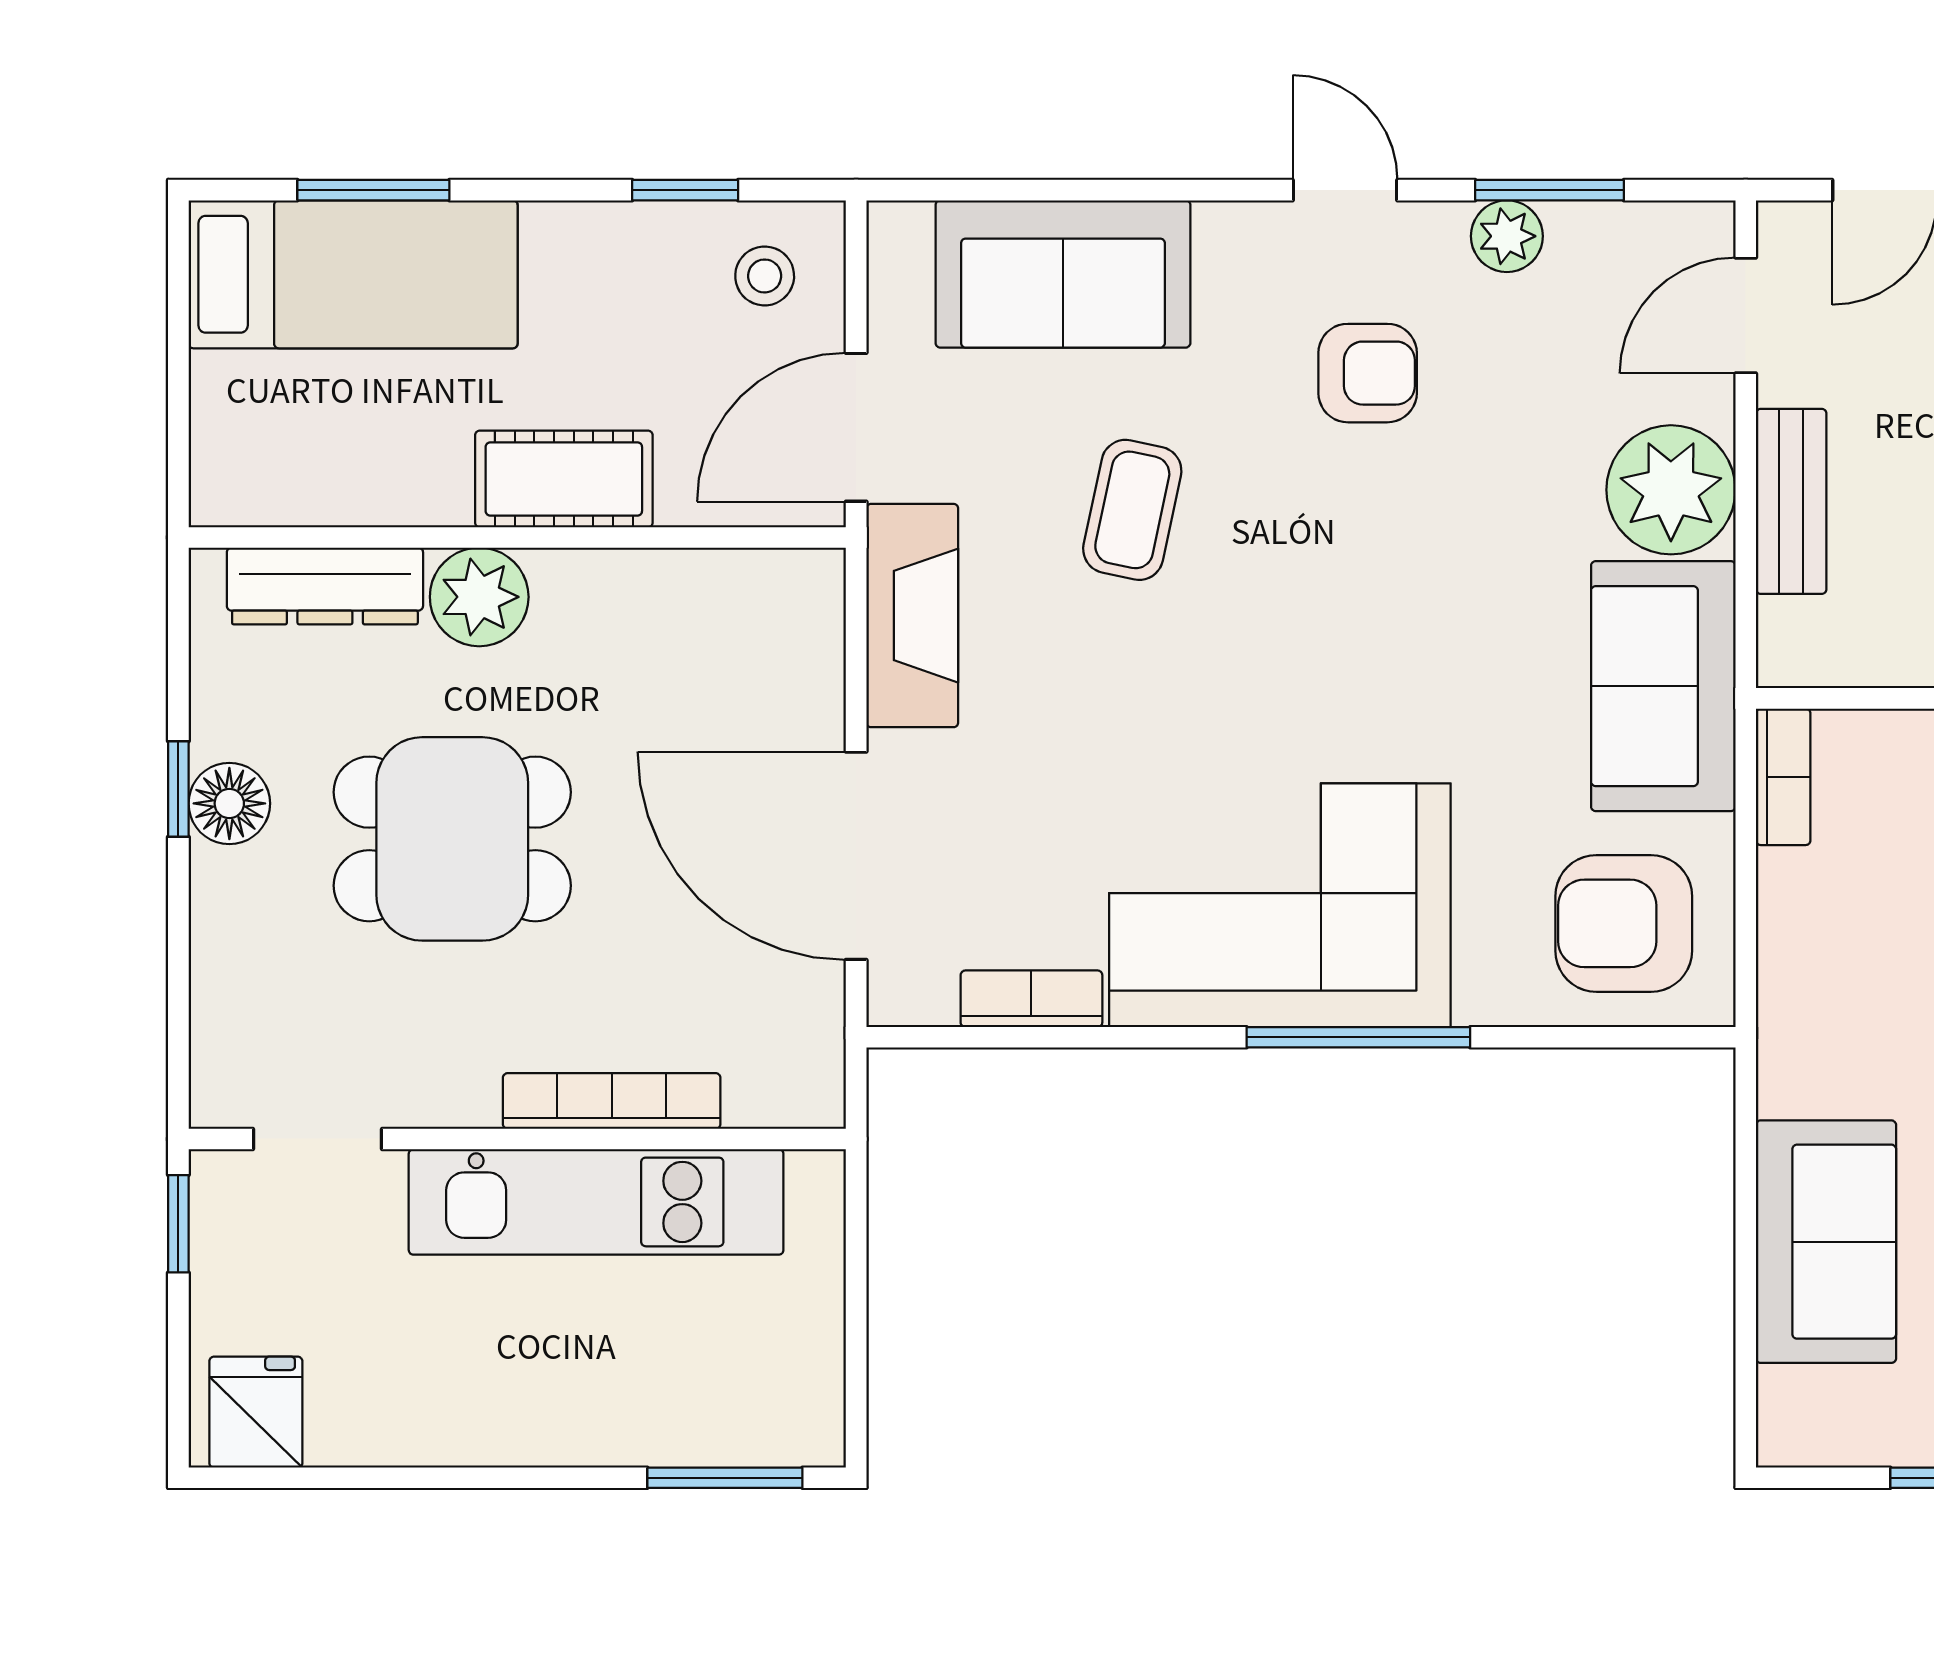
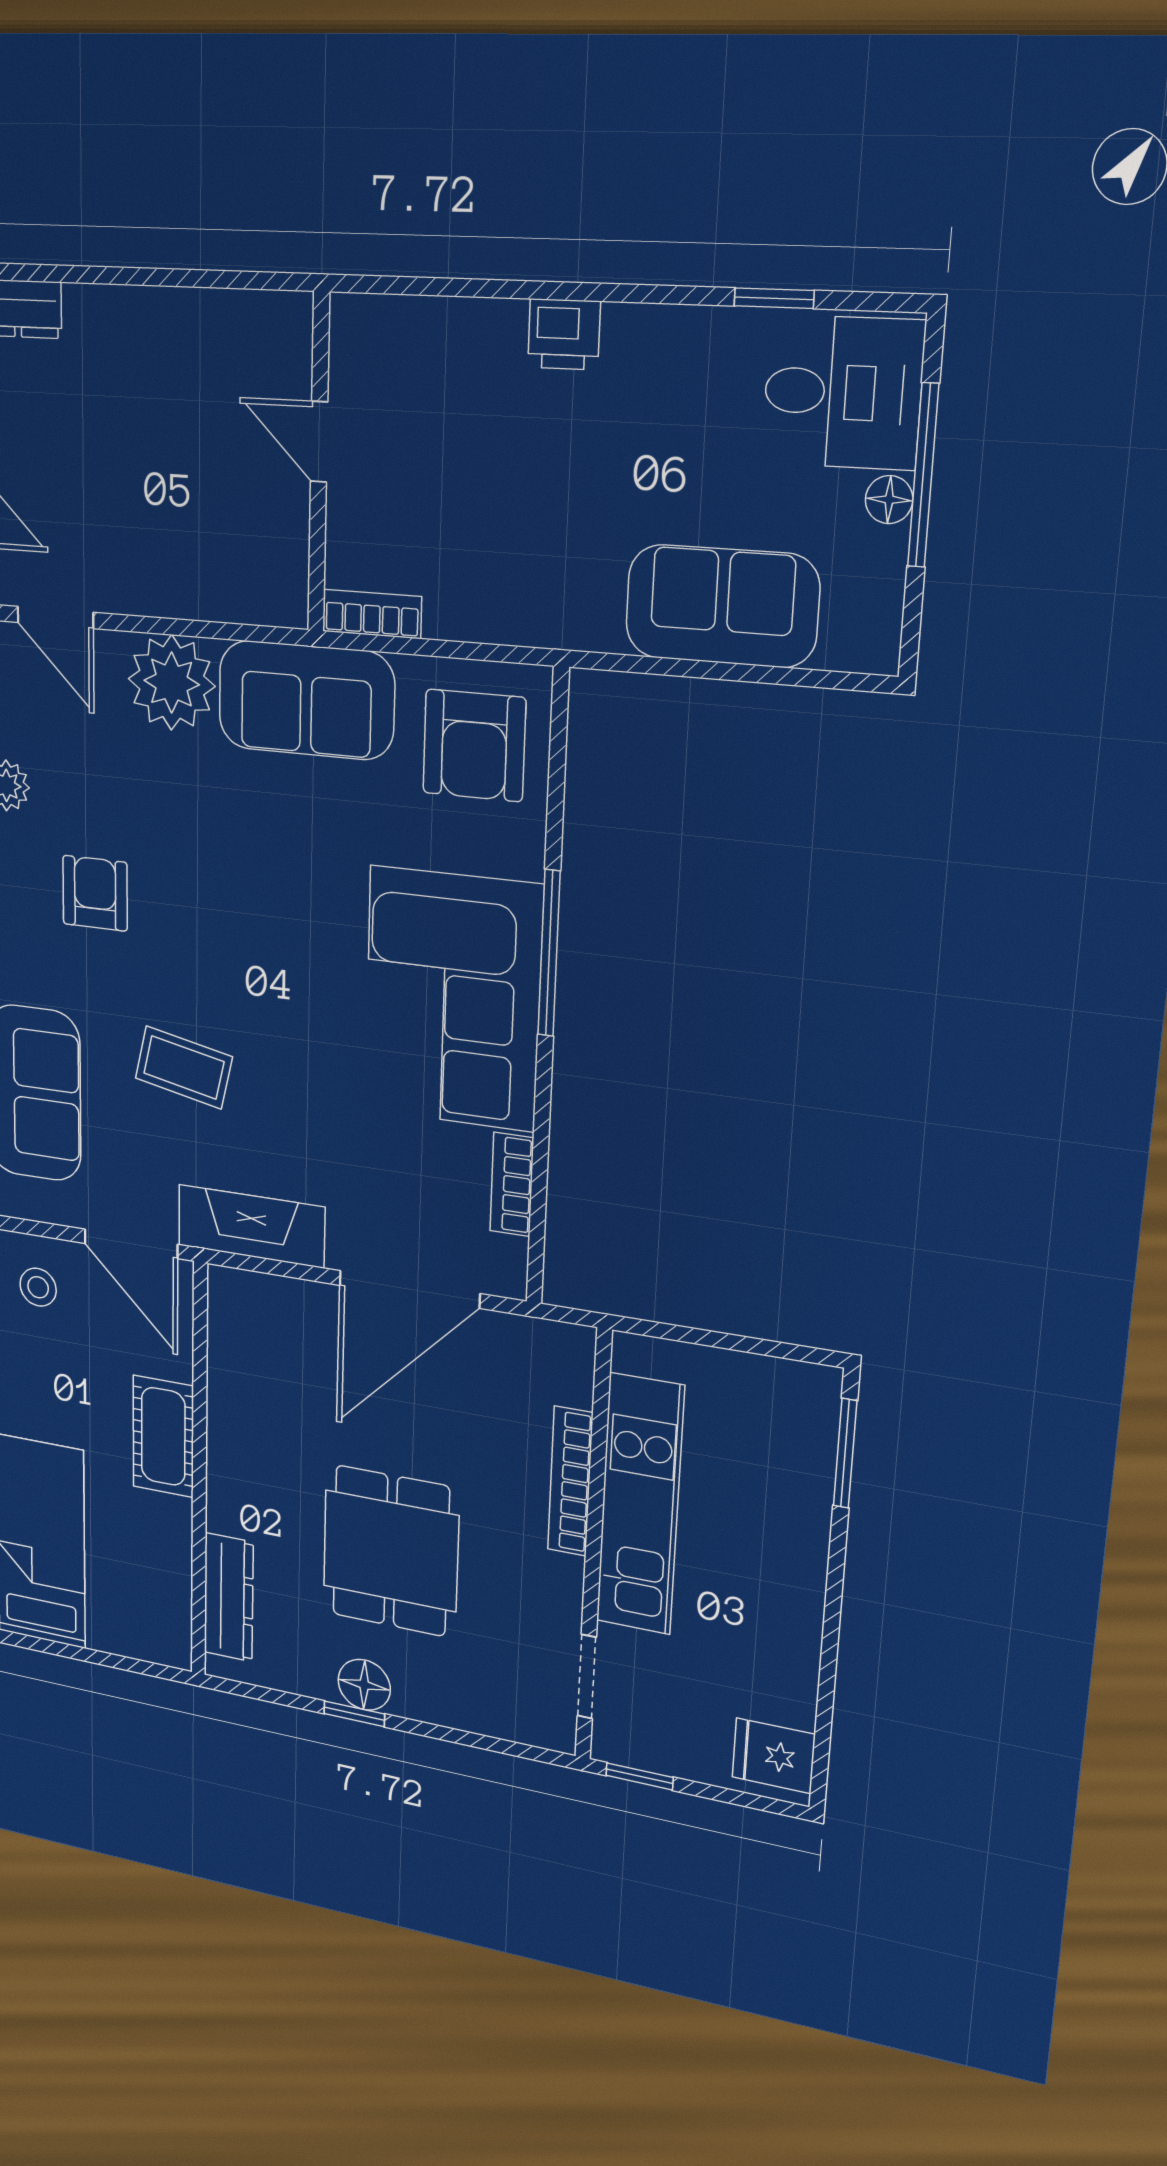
bench: (1791, 501) -> (180, 593), removed
plant: (479, 597) -> (236, 1504), removed

